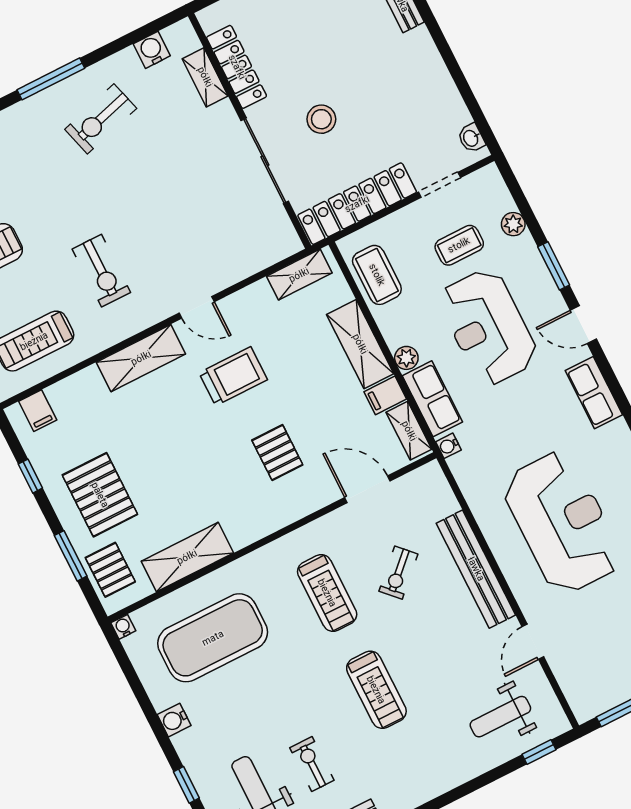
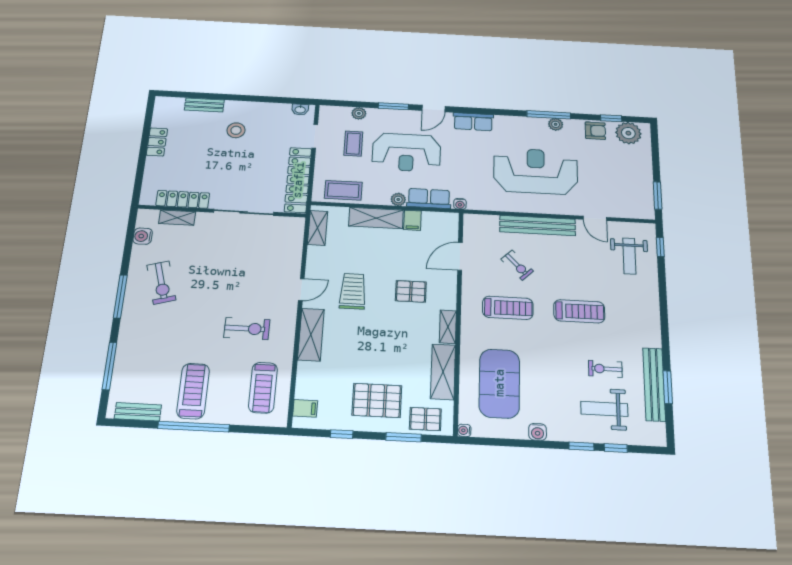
stool: (321, 119) -> (236, 130), moved
shelving: (409, 431) -> (448, 327), moved, turned 90

